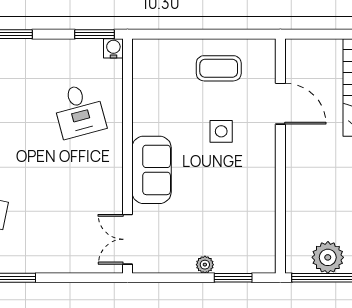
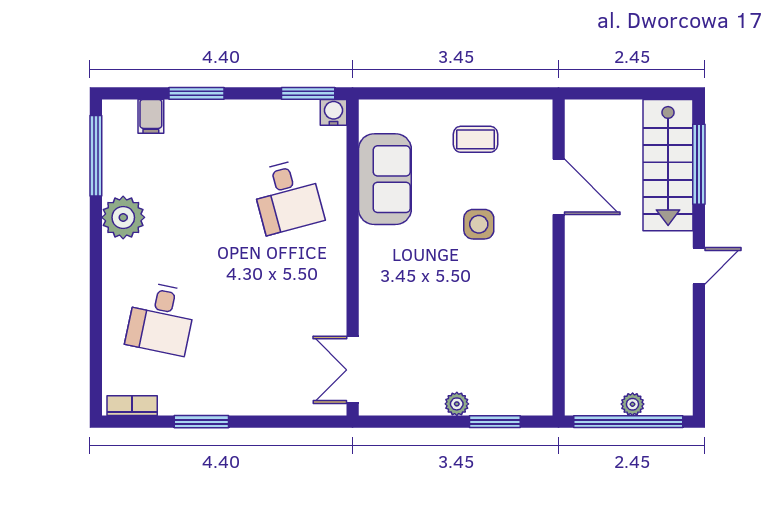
coffee table: (219, 68) -> (475, 139), width x0.73, depth x0.77
sofa: (152, 170) -> (385, 179), moved
plant: (328, 257) -> (633, 404), width x0.53, depth x0.53

